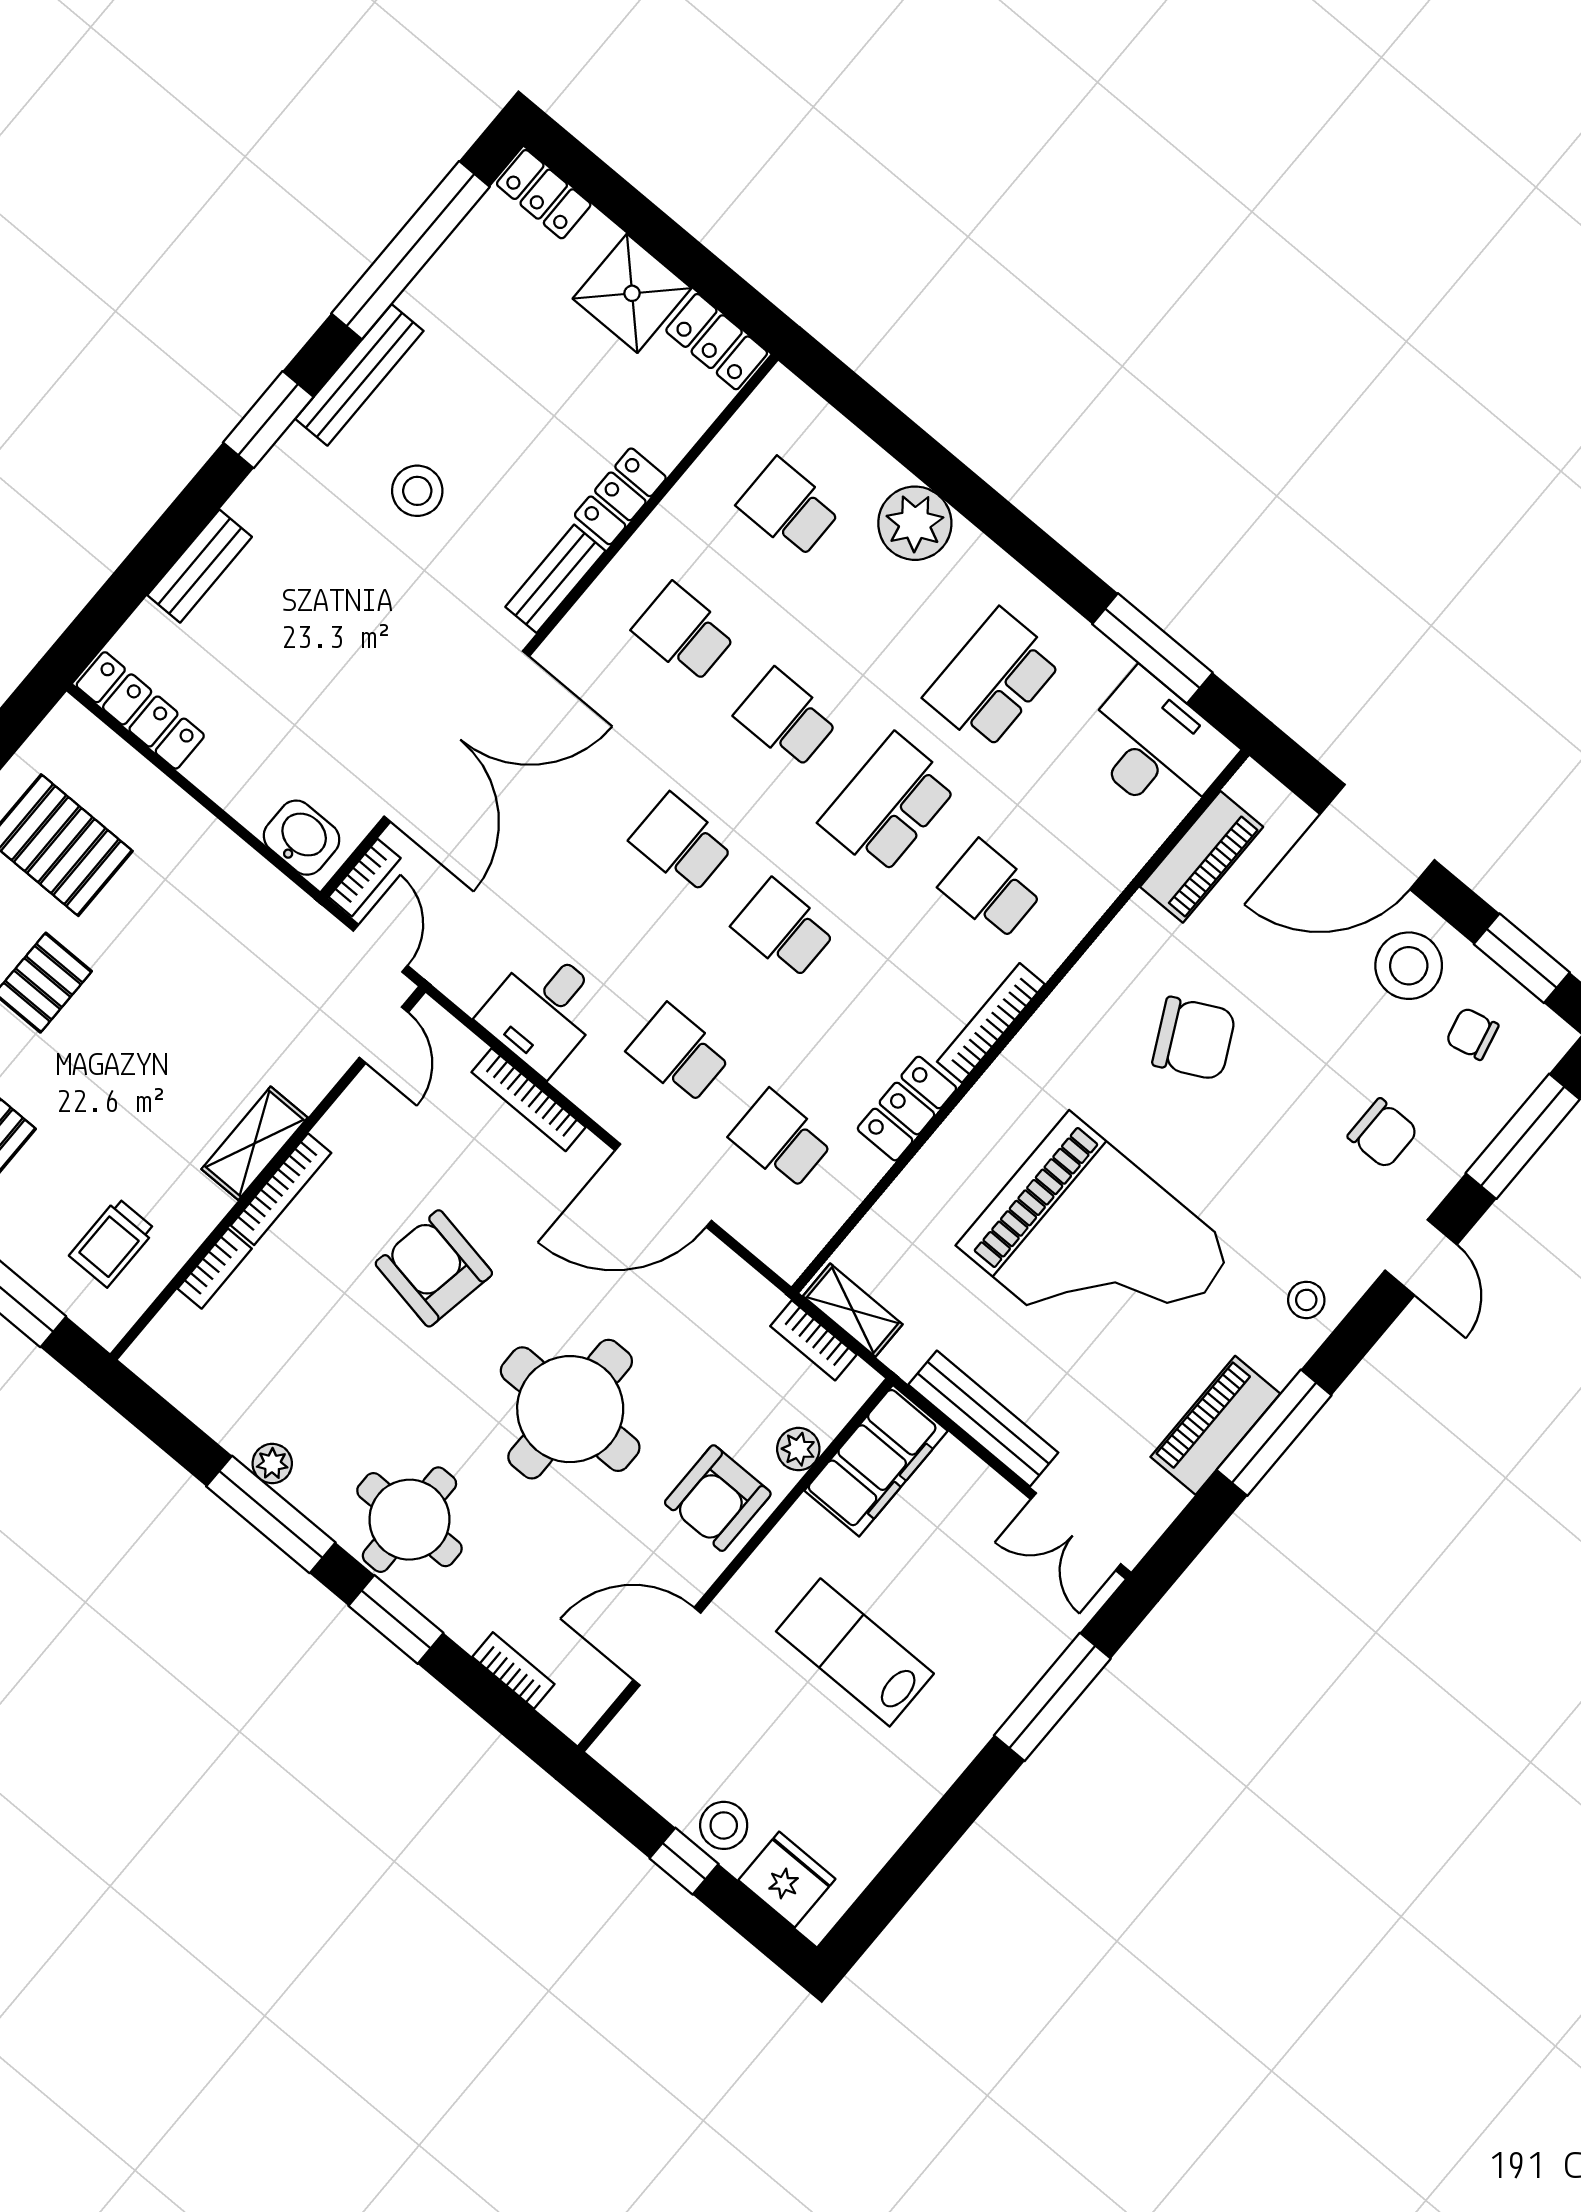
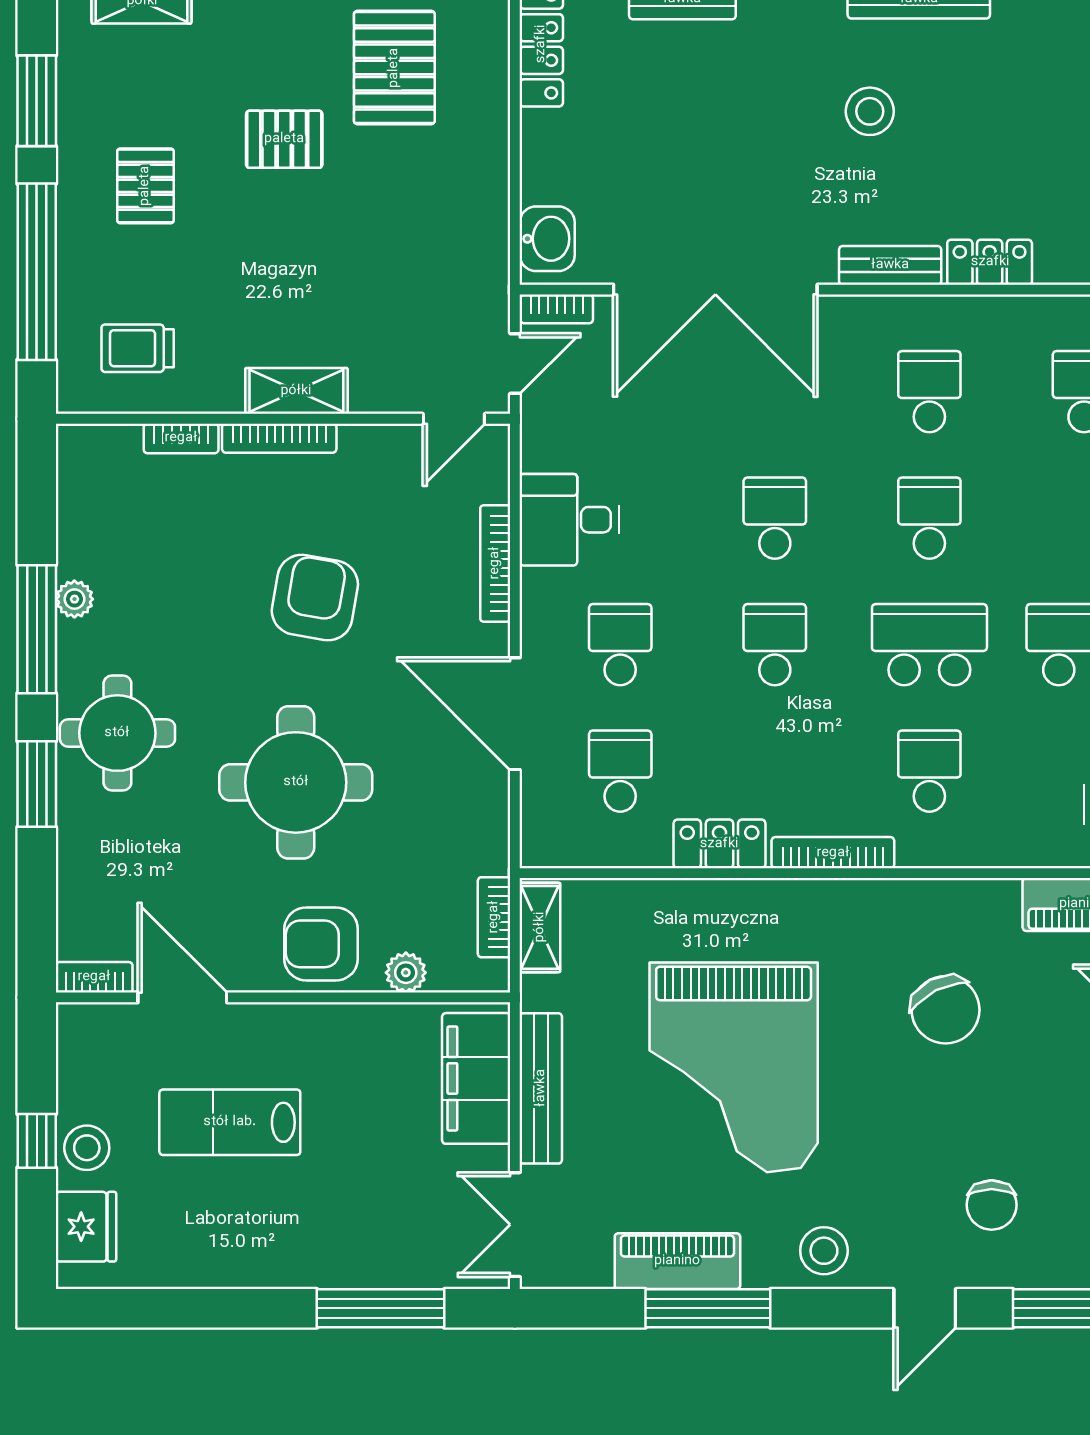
stool: (1306, 1300) -> (824, 1251), width x1.37, depth x1.37
filing cabinet: (876, 1461) -> (476, 1078), moved, turned 90
lab bench: (855, 1652) -> (230, 1122), moved, turned -90
bookcase: (513, 1670) -> (94, 977), moved, turned -90

